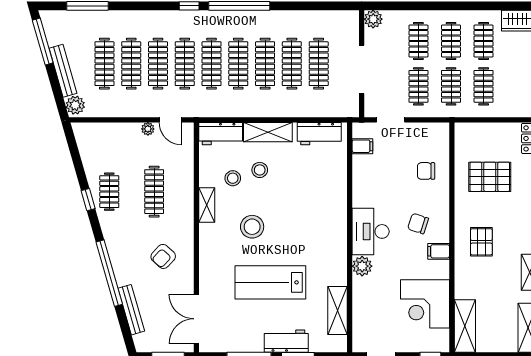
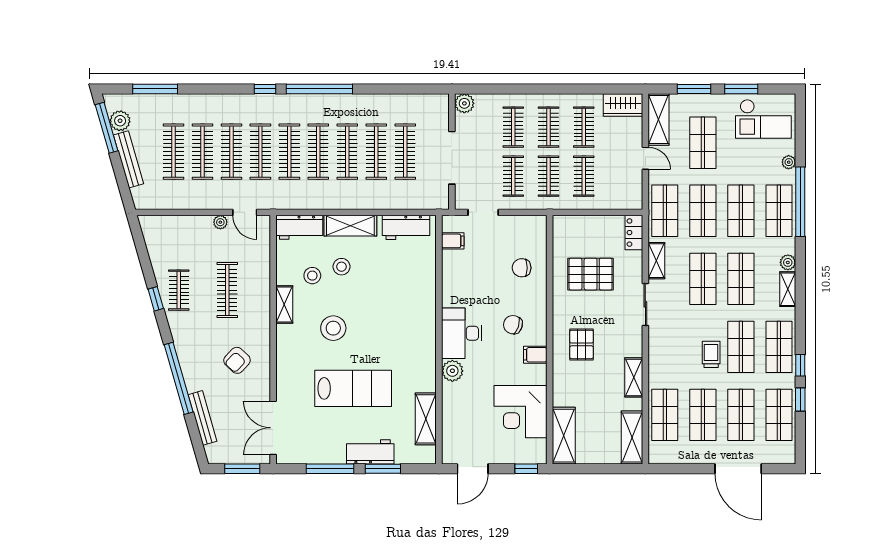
plant: (75, 105) -> (120, 121), moved
lab bench: (270, 282) -> (353, 388), turned 180

